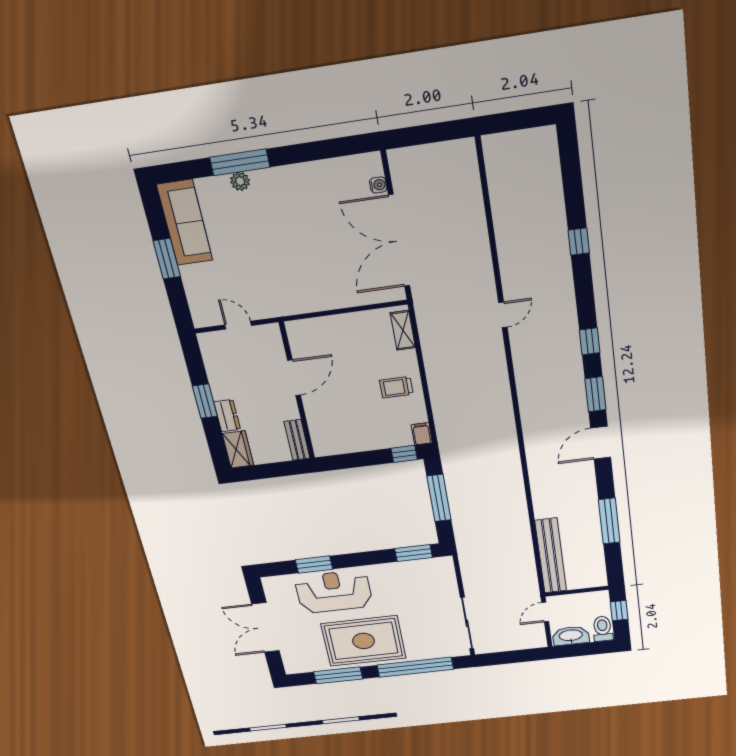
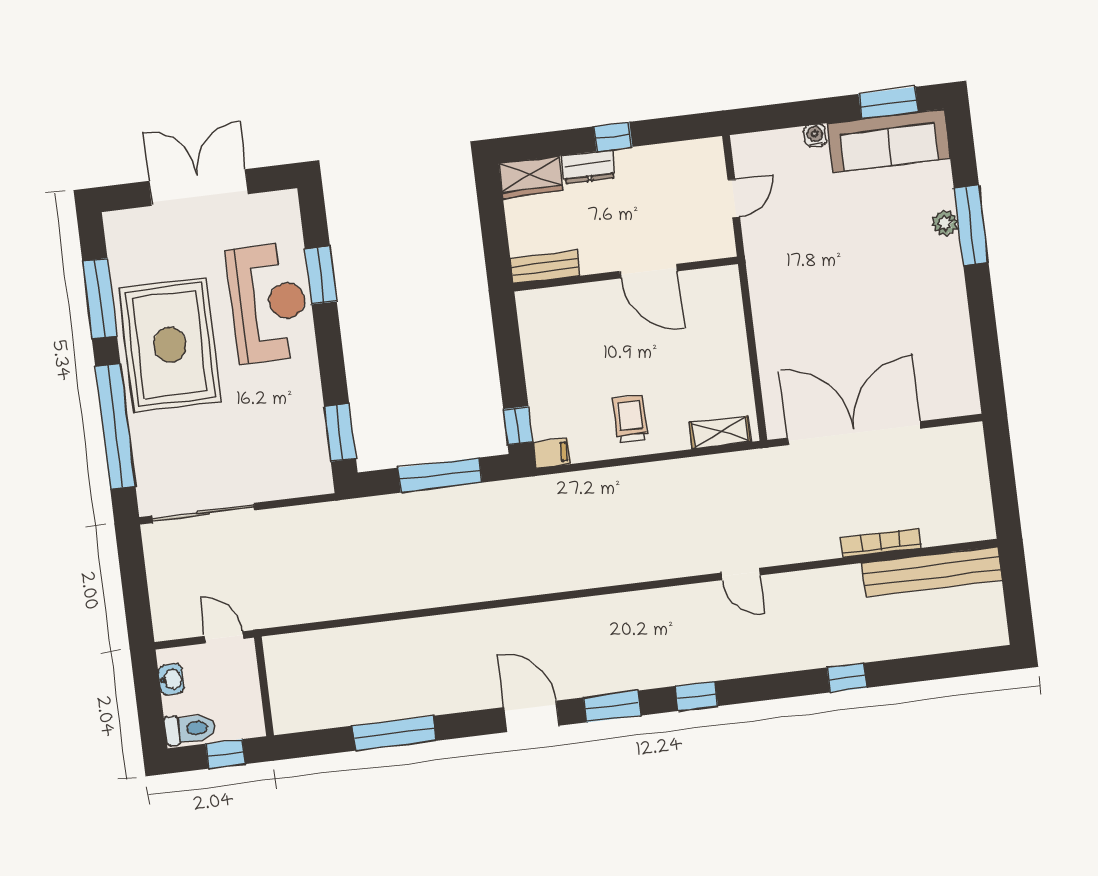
water cooler: (378, 185) -> (815, 135), moved, turned 180
bookcase: (479, 220) -> (881, 543), added
window: (167, 259) -> (888, 103), moved
window: (205, 401) -> (613, 137), width x0.67
bench: (551, 556) -> (932, 571), moved
washbasin: (571, 636) -> (171, 679), width x0.52, depth x0.69

